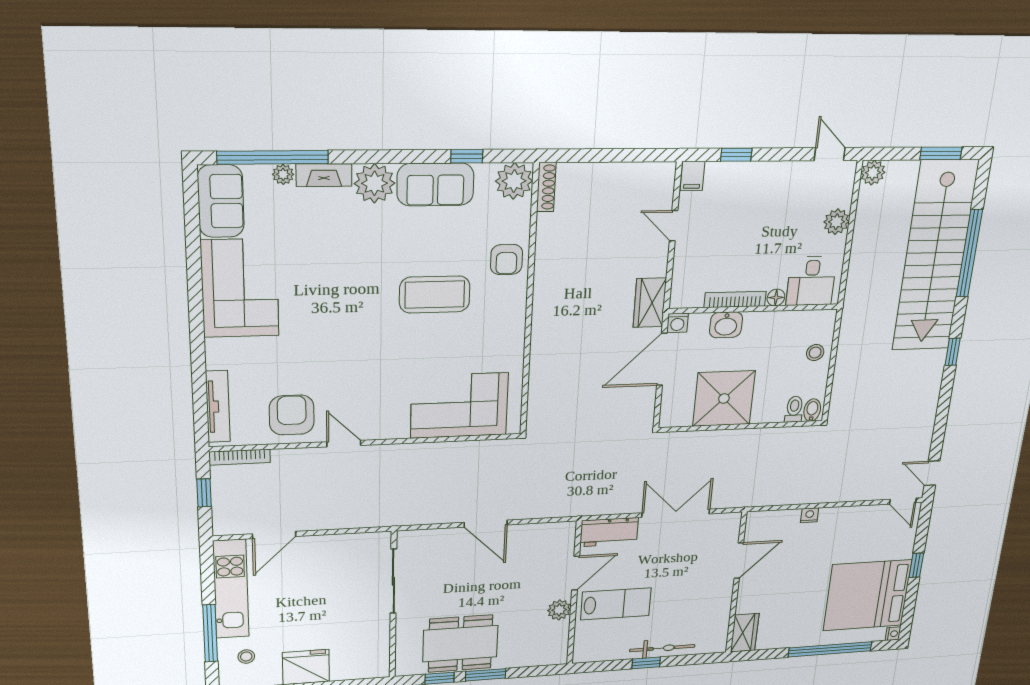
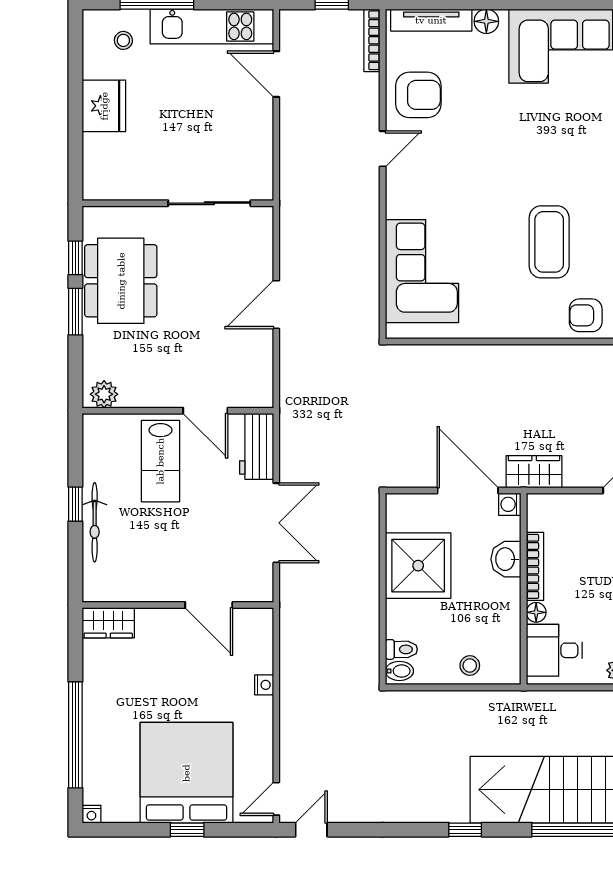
floor lamp: (217, 357) -> (486, 21), added
bed: (867, 595) -> (186, 773), moved
plant: (559, 610) -> (104, 394), moved

